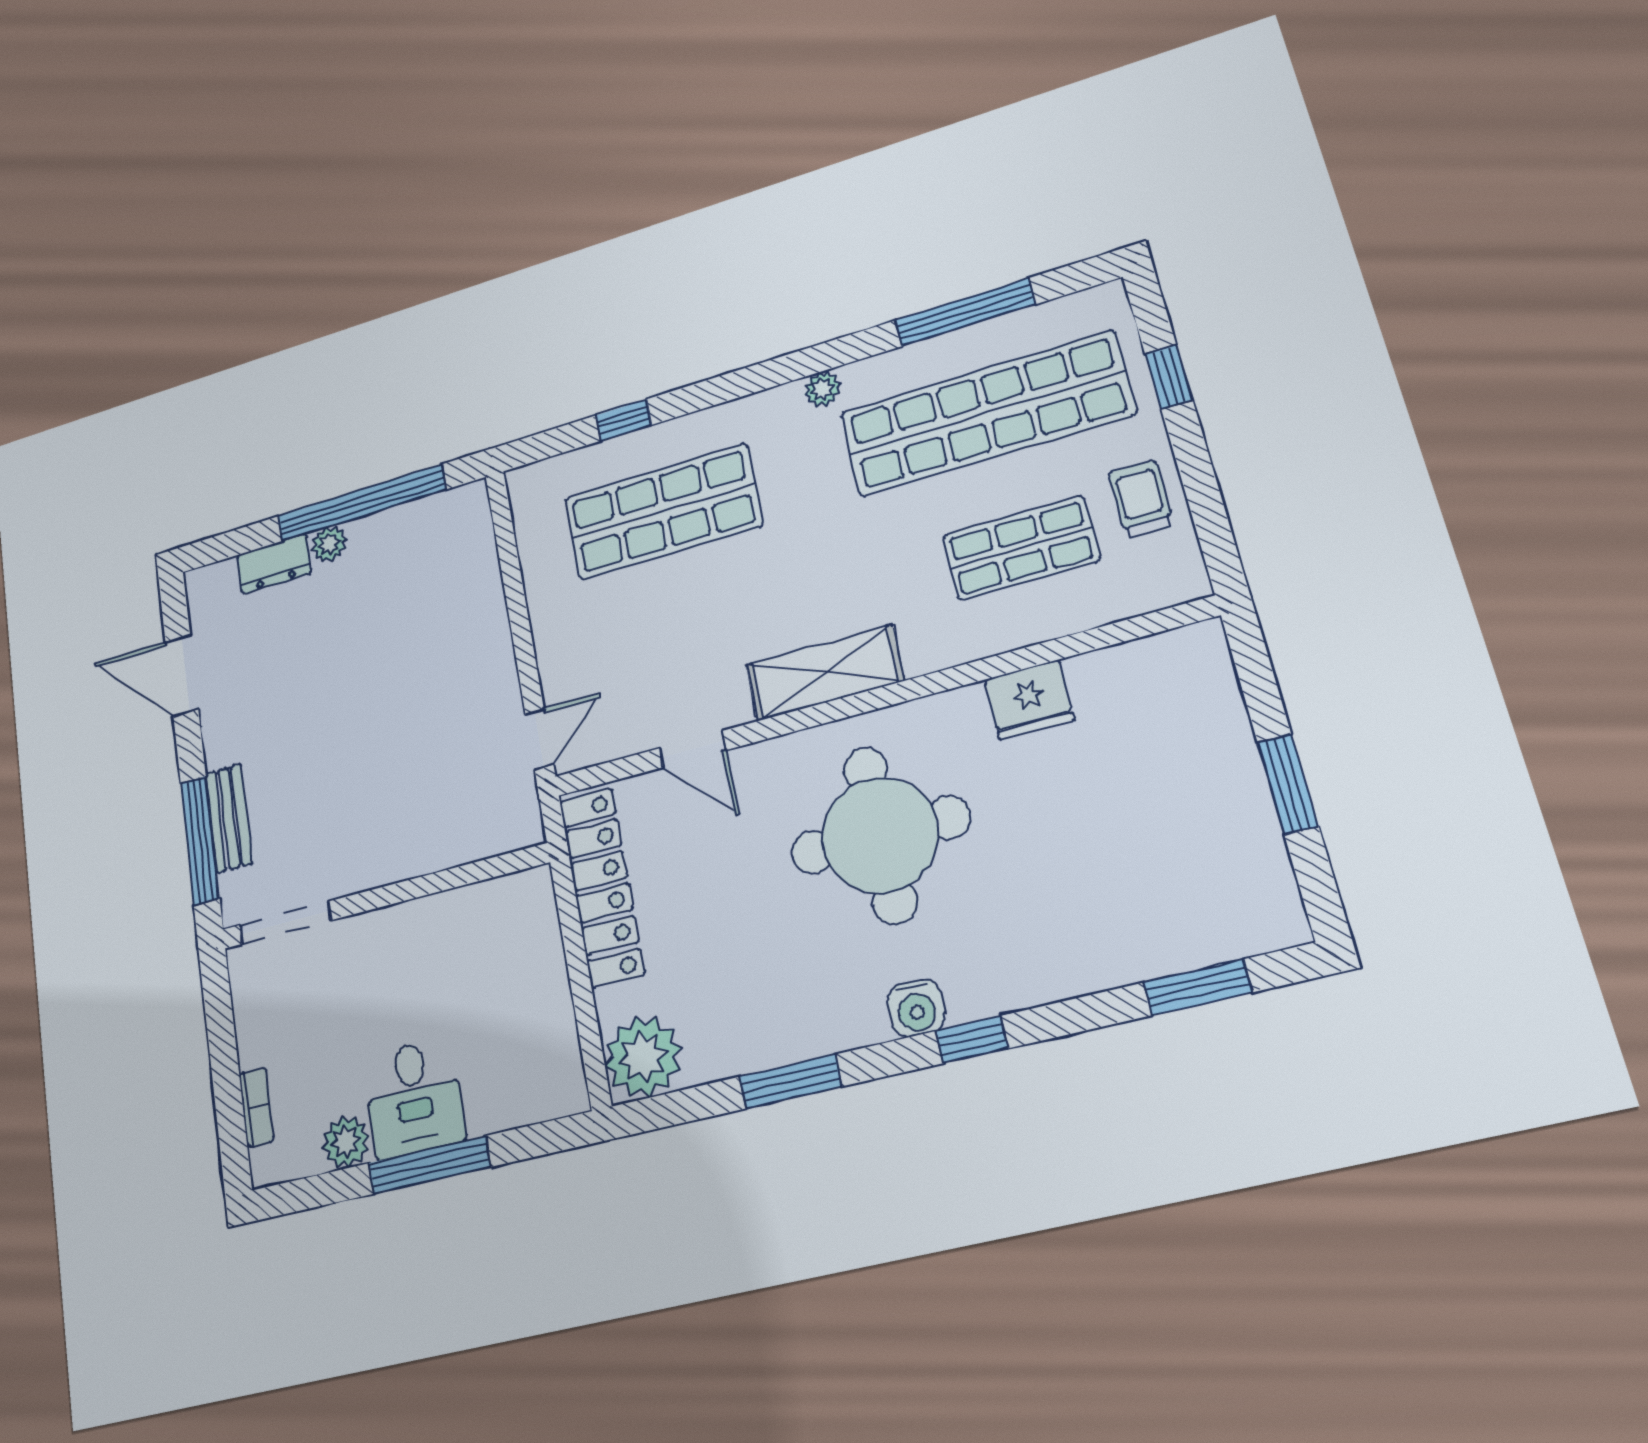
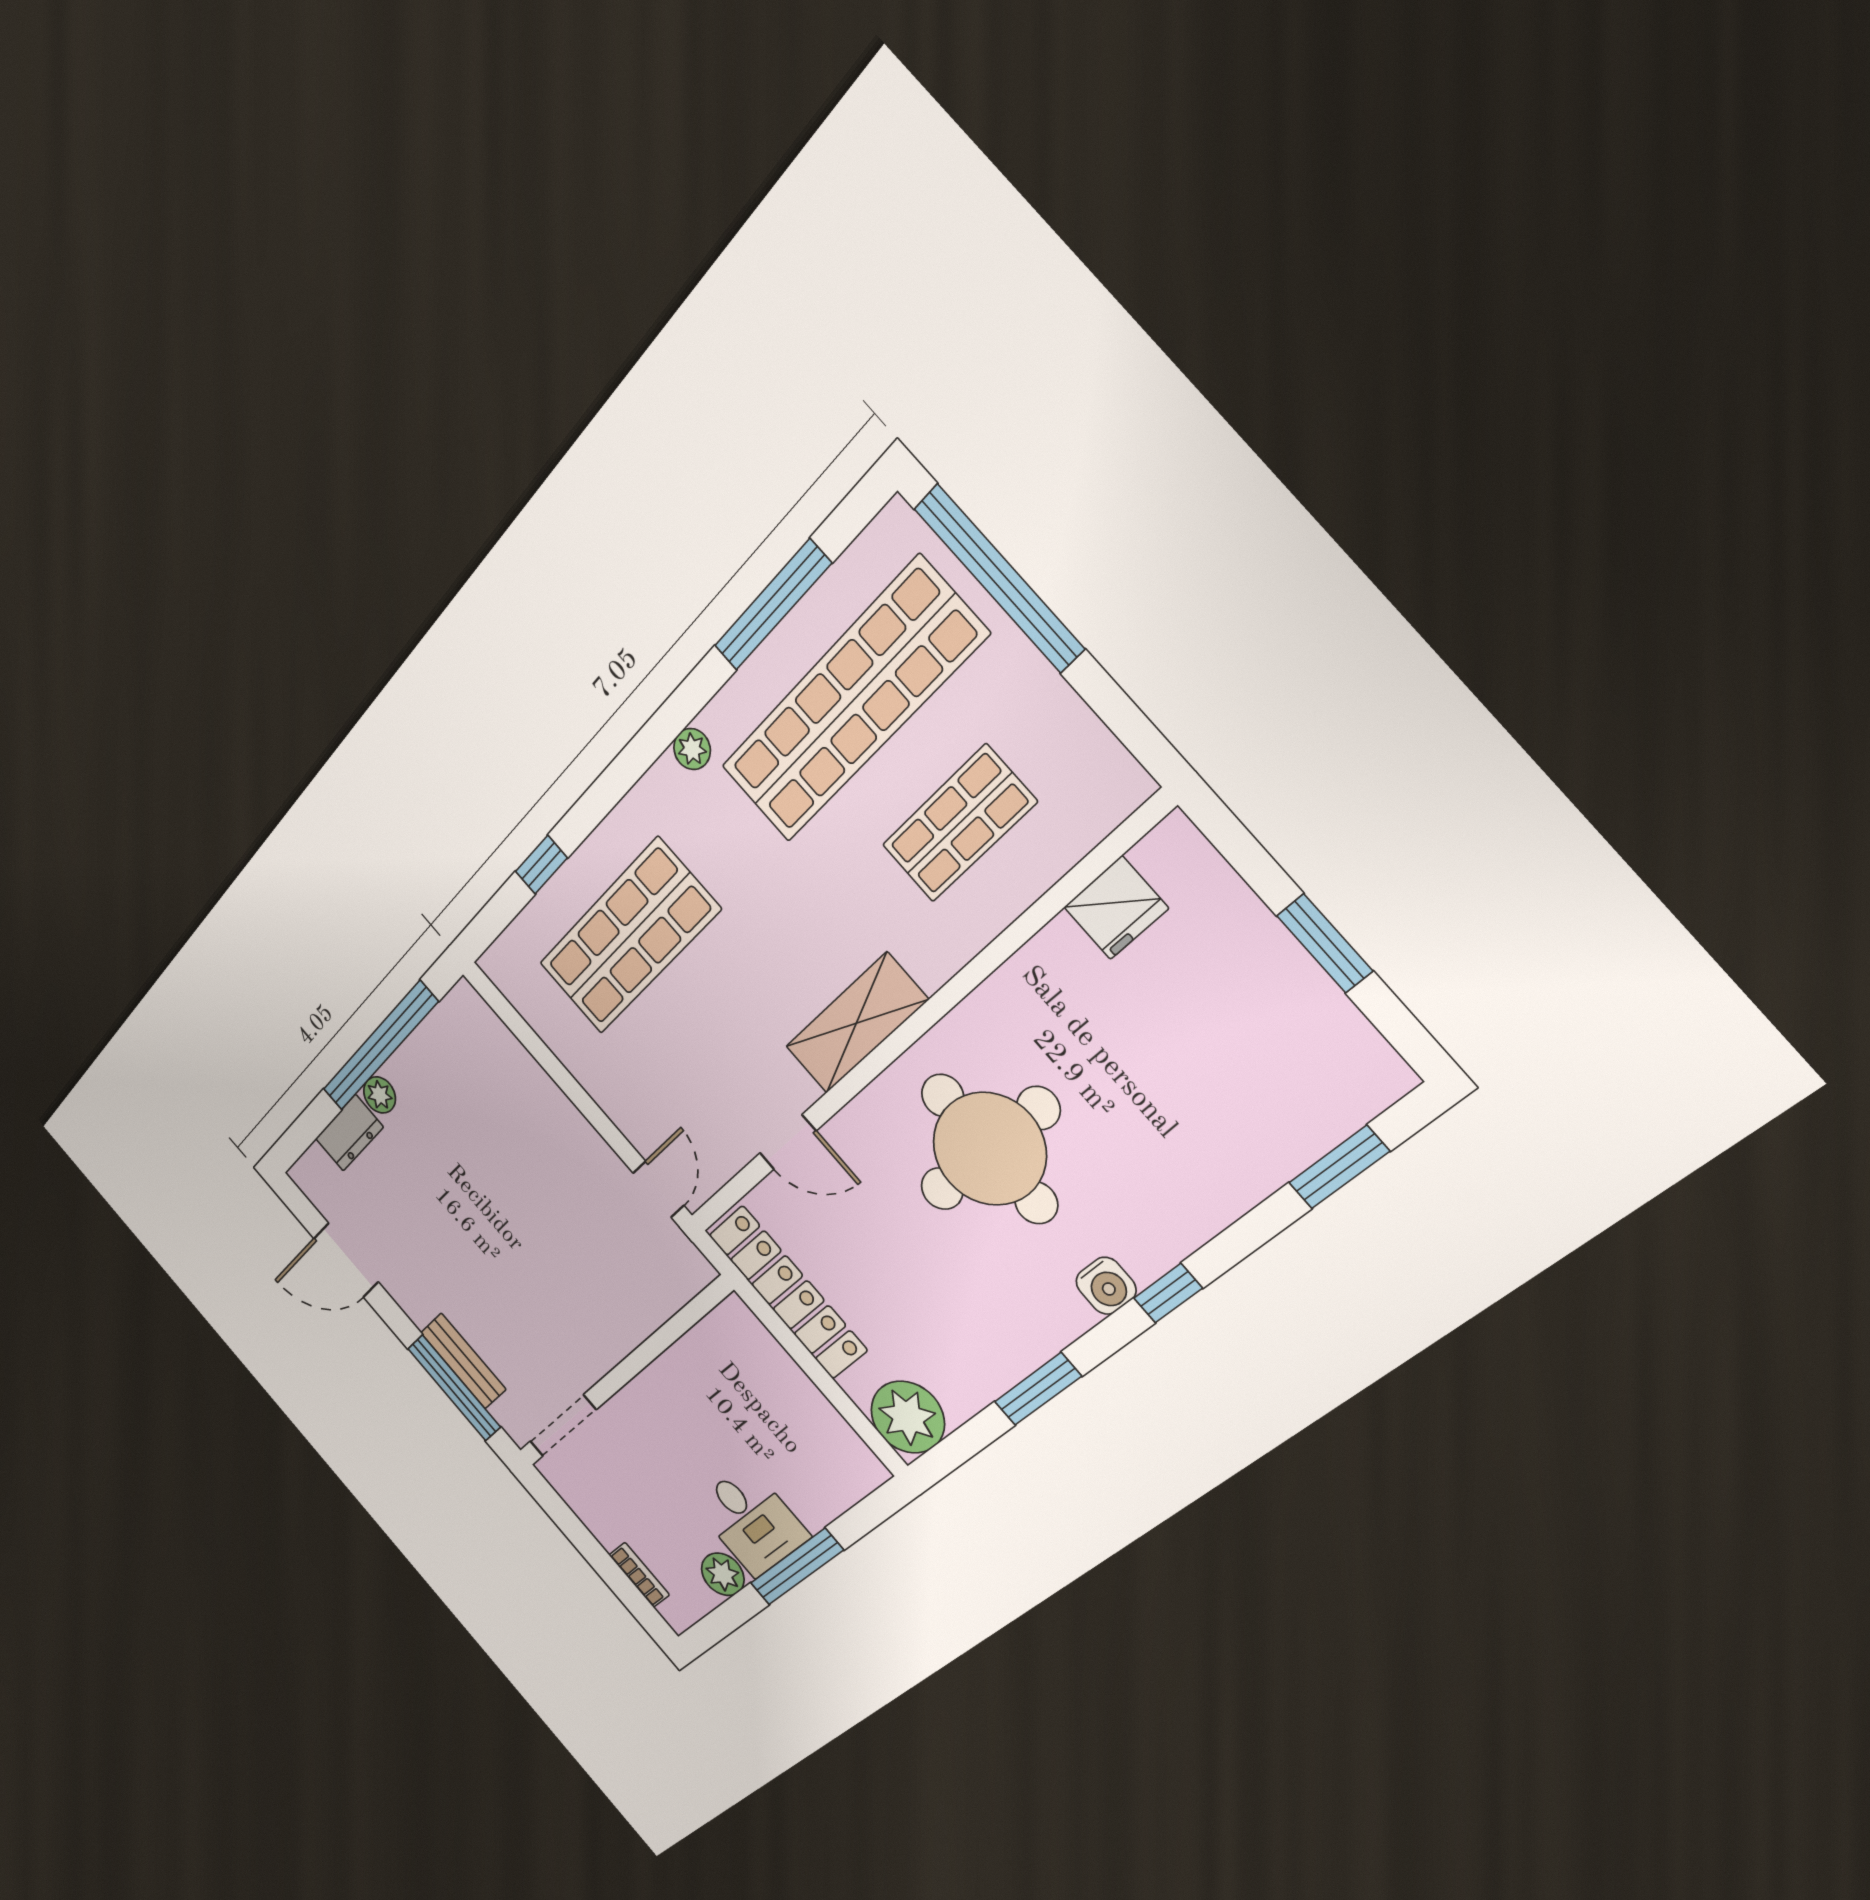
window: (1169, 377) -> (999, 578), width x3.17
trolley: (1141, 499) -> (1041, 721), removed
fridge: (1029, 700) -> (1116, 908), moved

